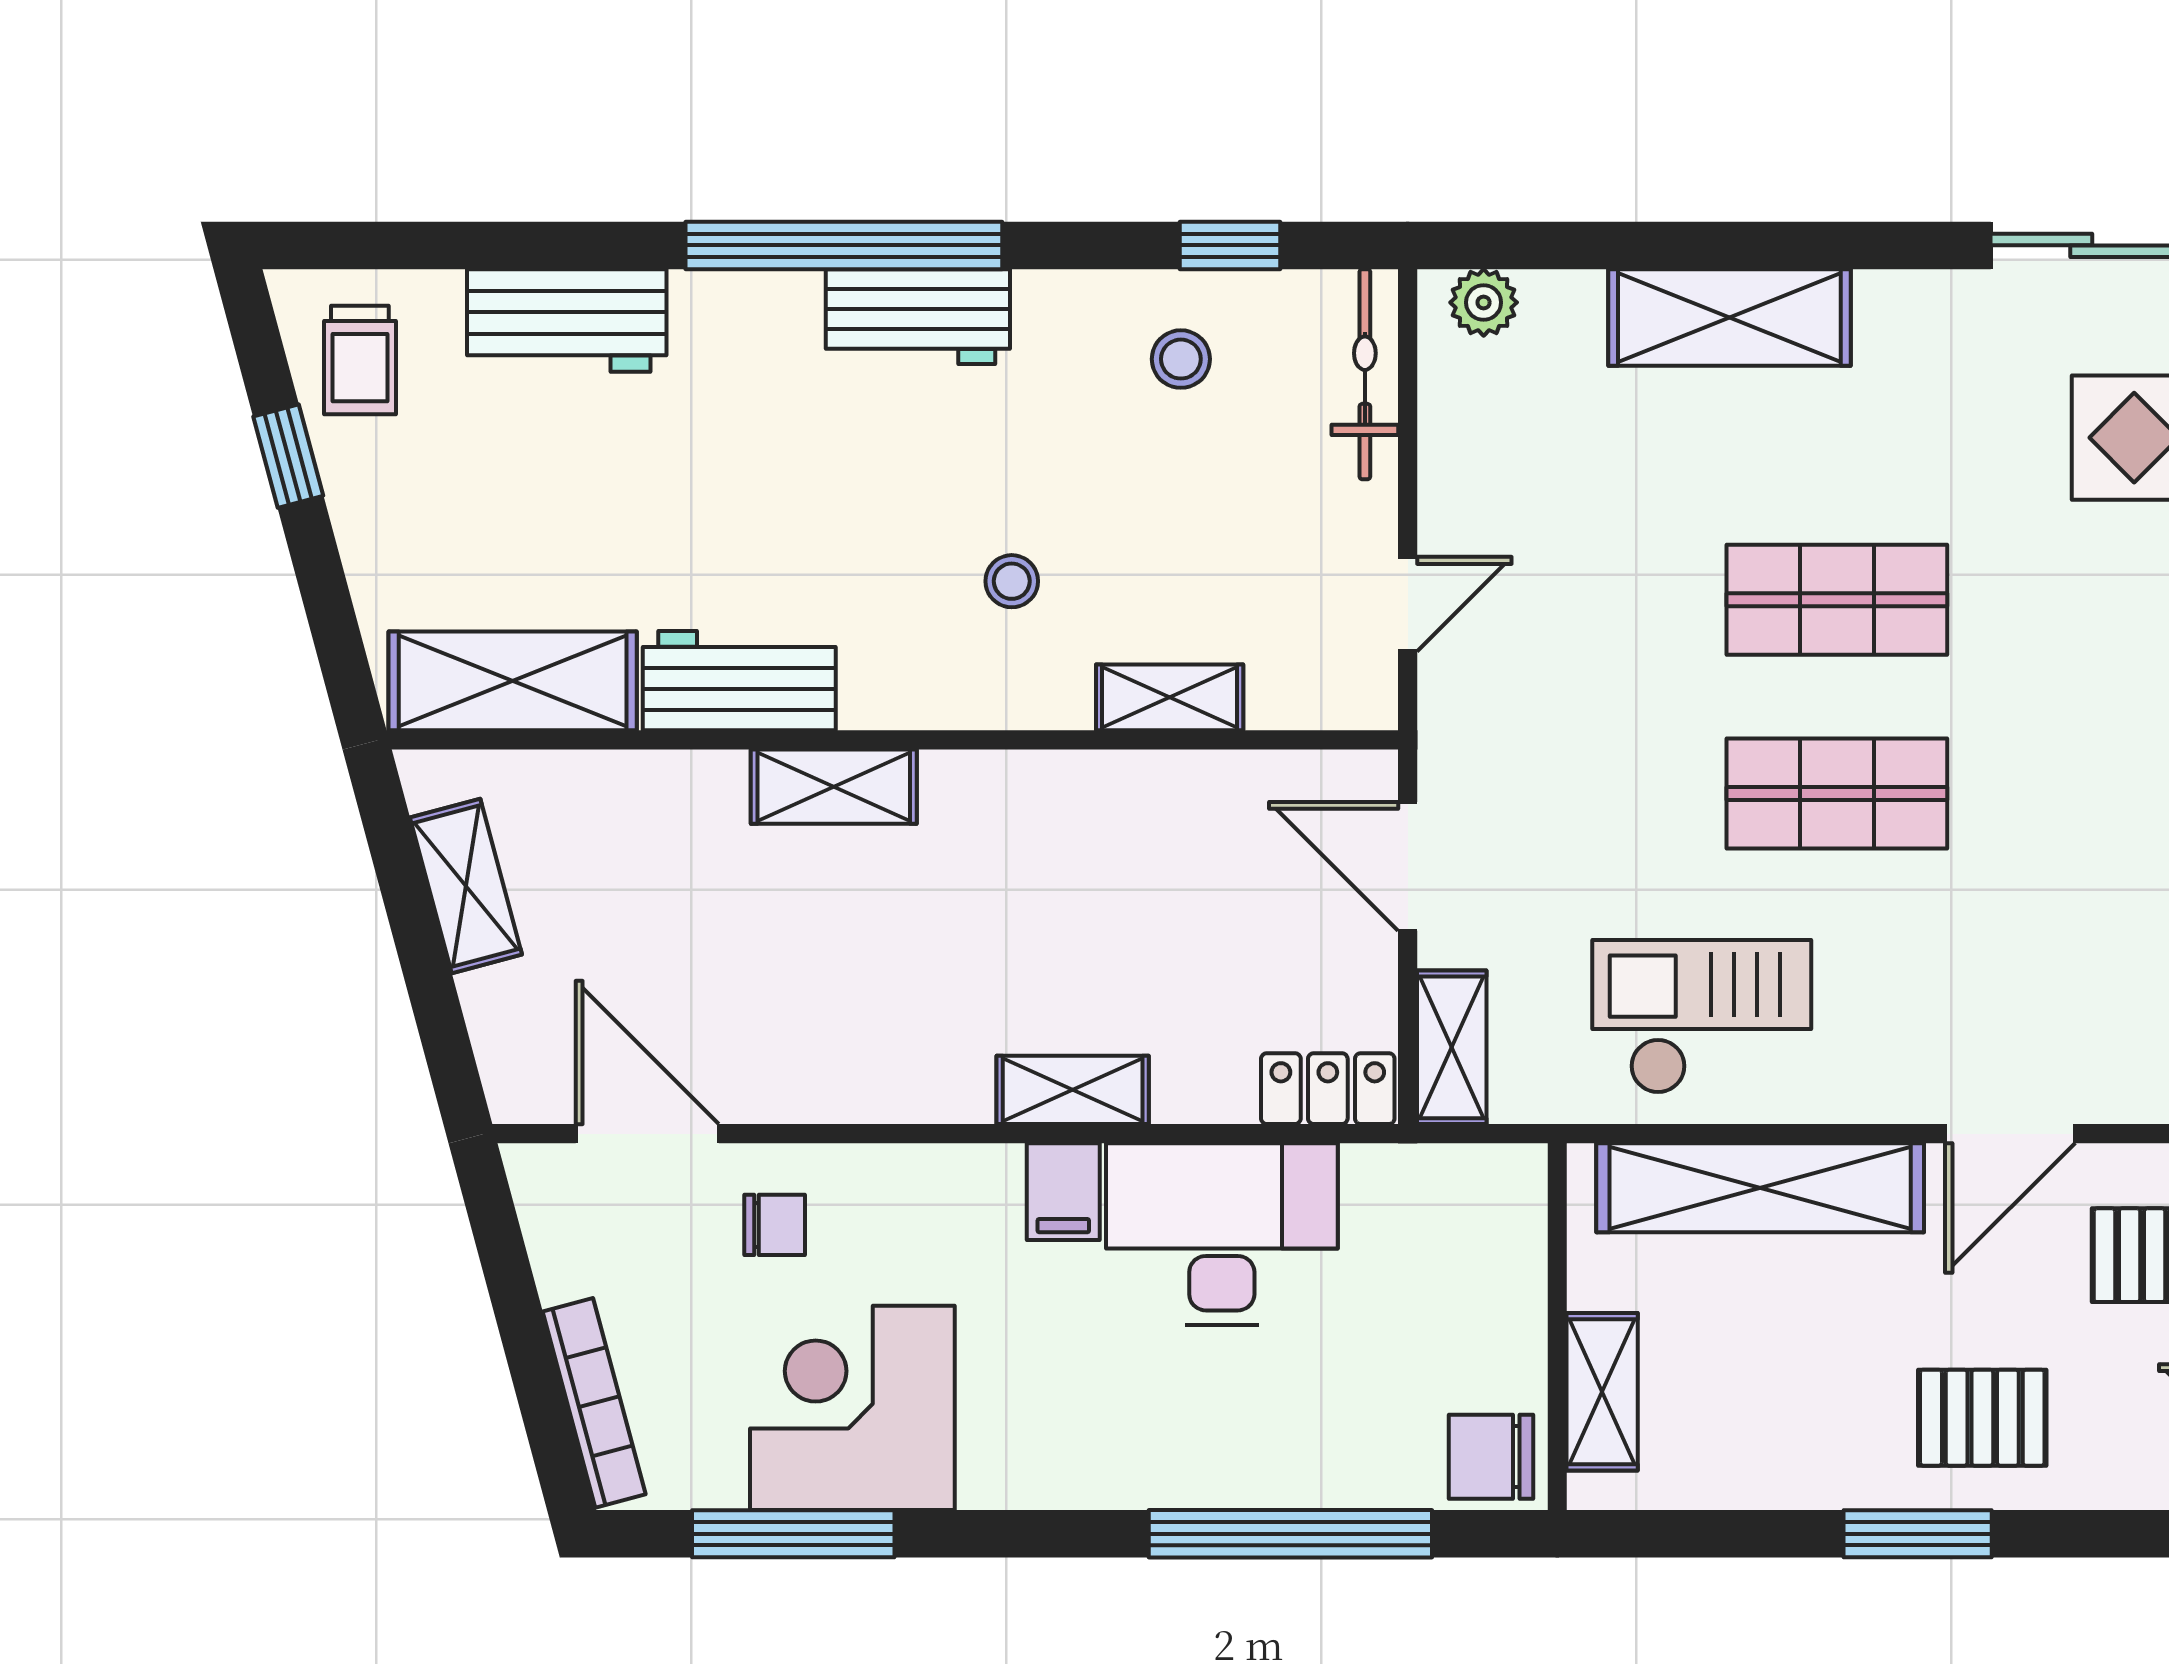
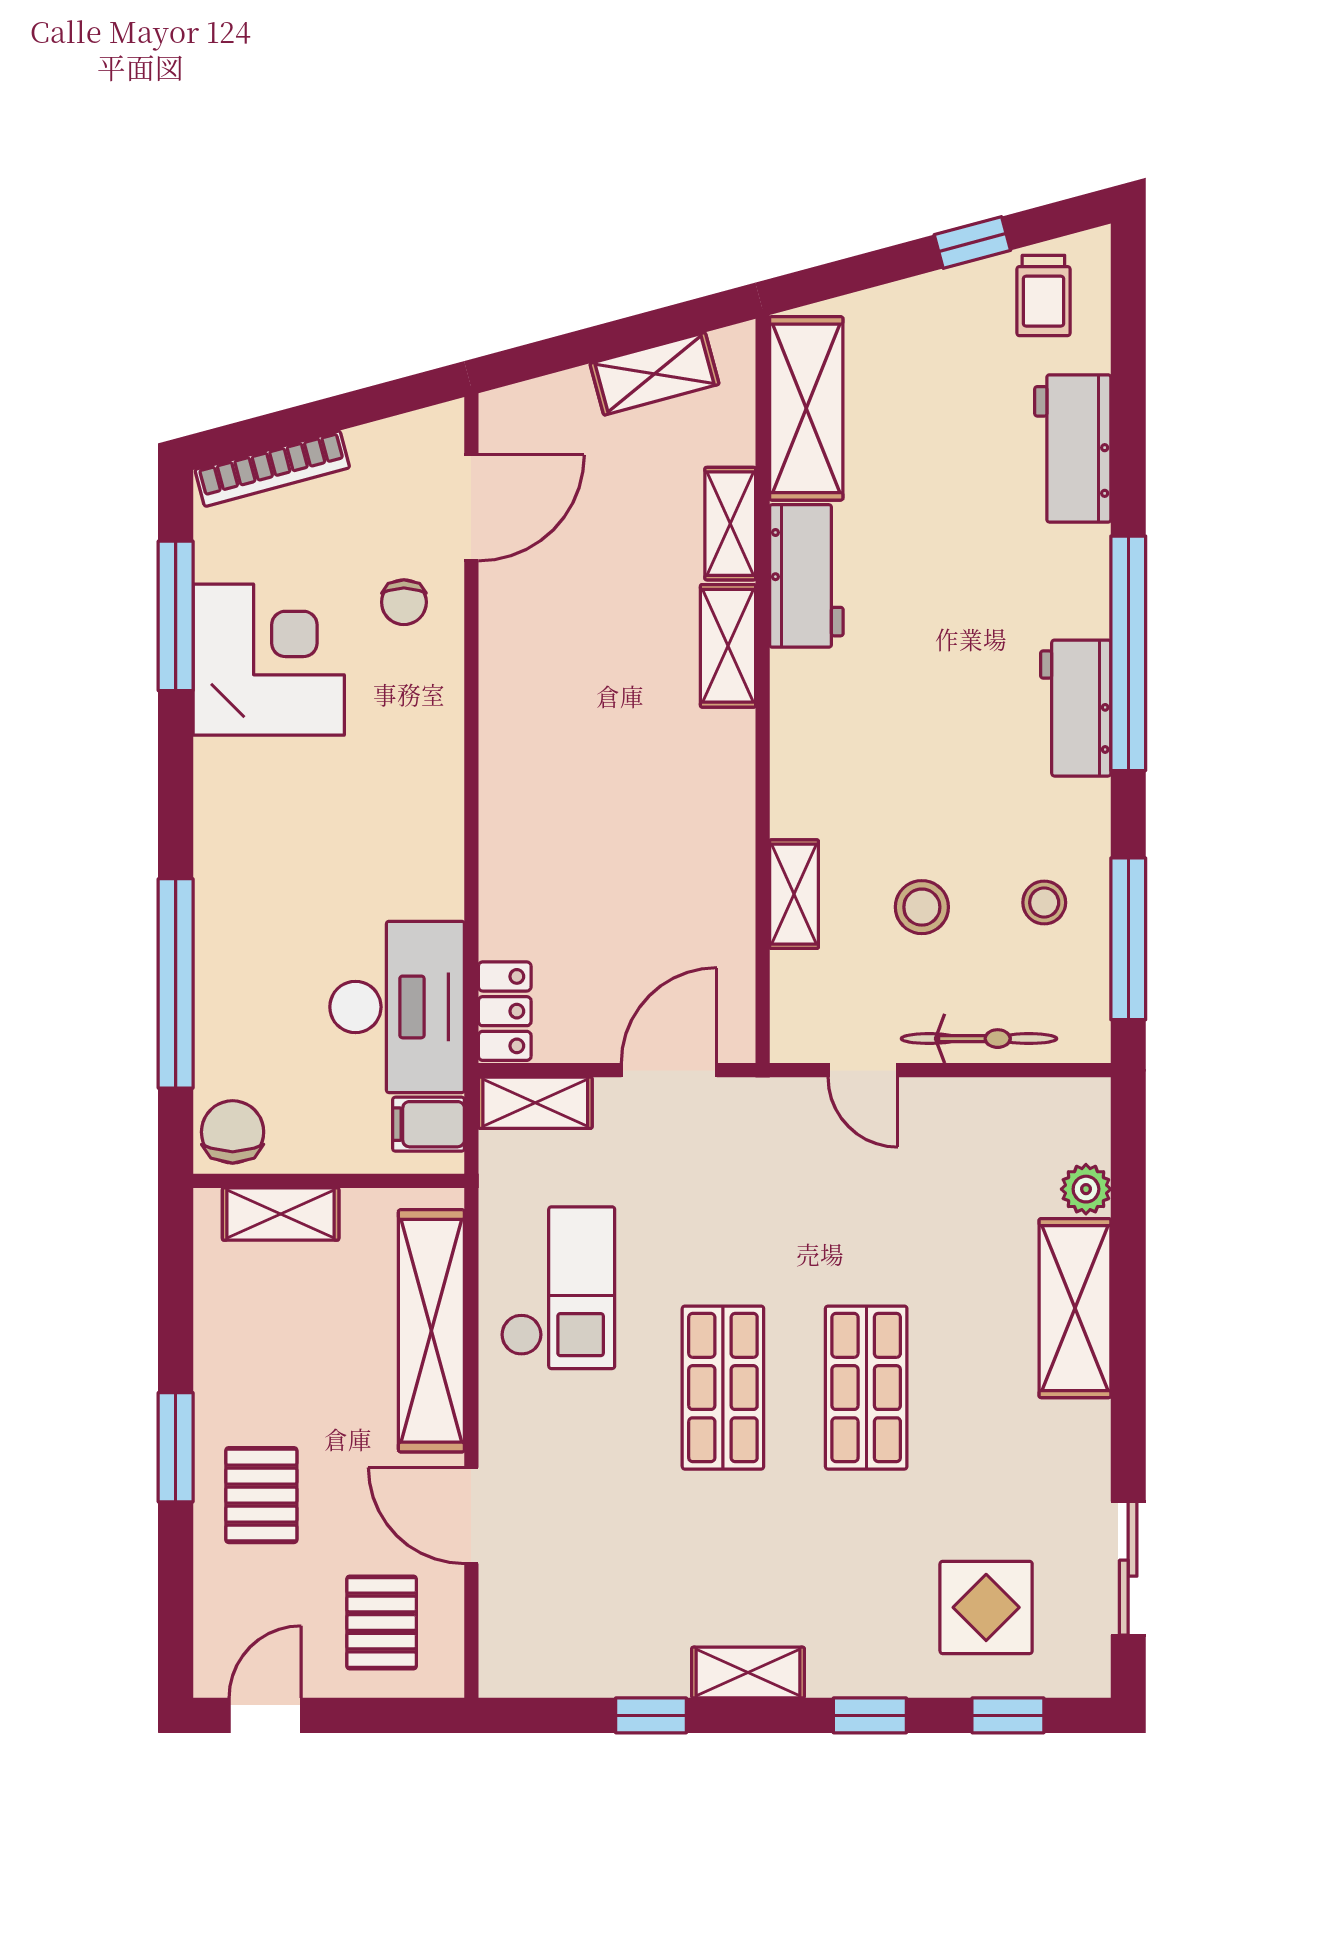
window: (1230, 245) -> (1128, 939), width x2.17
plant: (1484, 302) -> (1086, 1189), moved
trolley: (360, 360) -> (1043, 296), turned -90
bicycle: (1365, 374) -> (979, 1039), moved
stool: (1012, 581) -> (922, 907), moved, width x1.37, depth x1.37
shelving: (1073, 1090) -> (730, 524), moved
filing cabinet: (1063, 1192) -> (429, 1124), moved
desk: (1222, 1234) -> (397, 1007), moved

